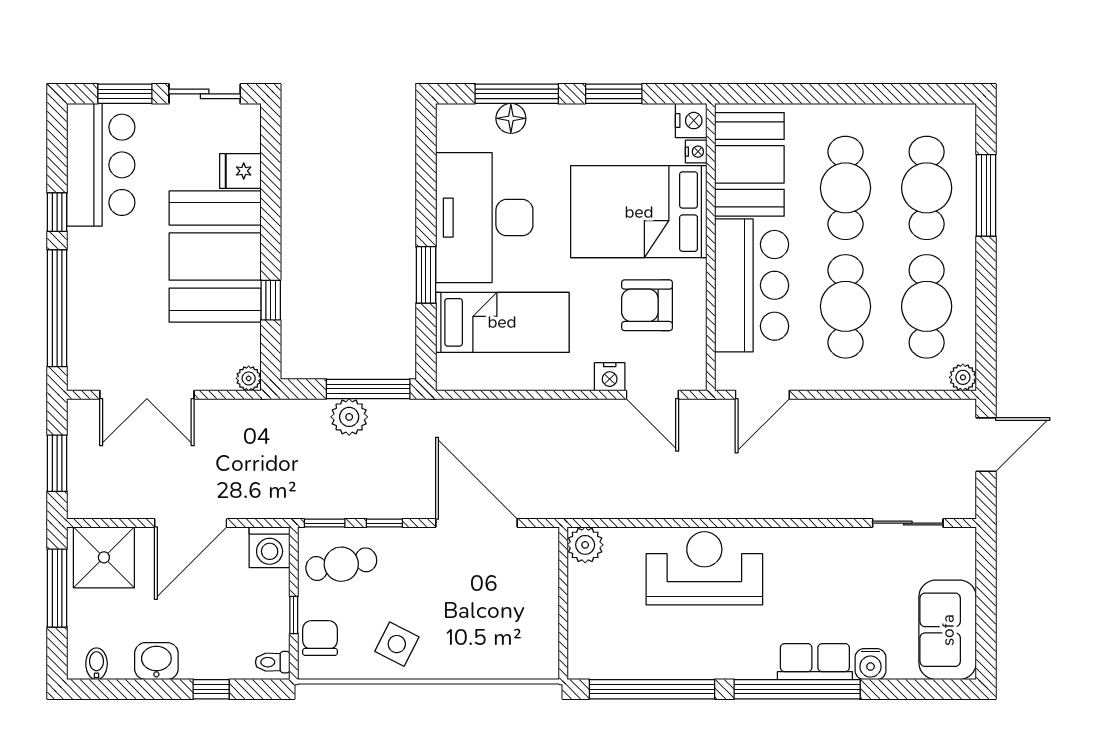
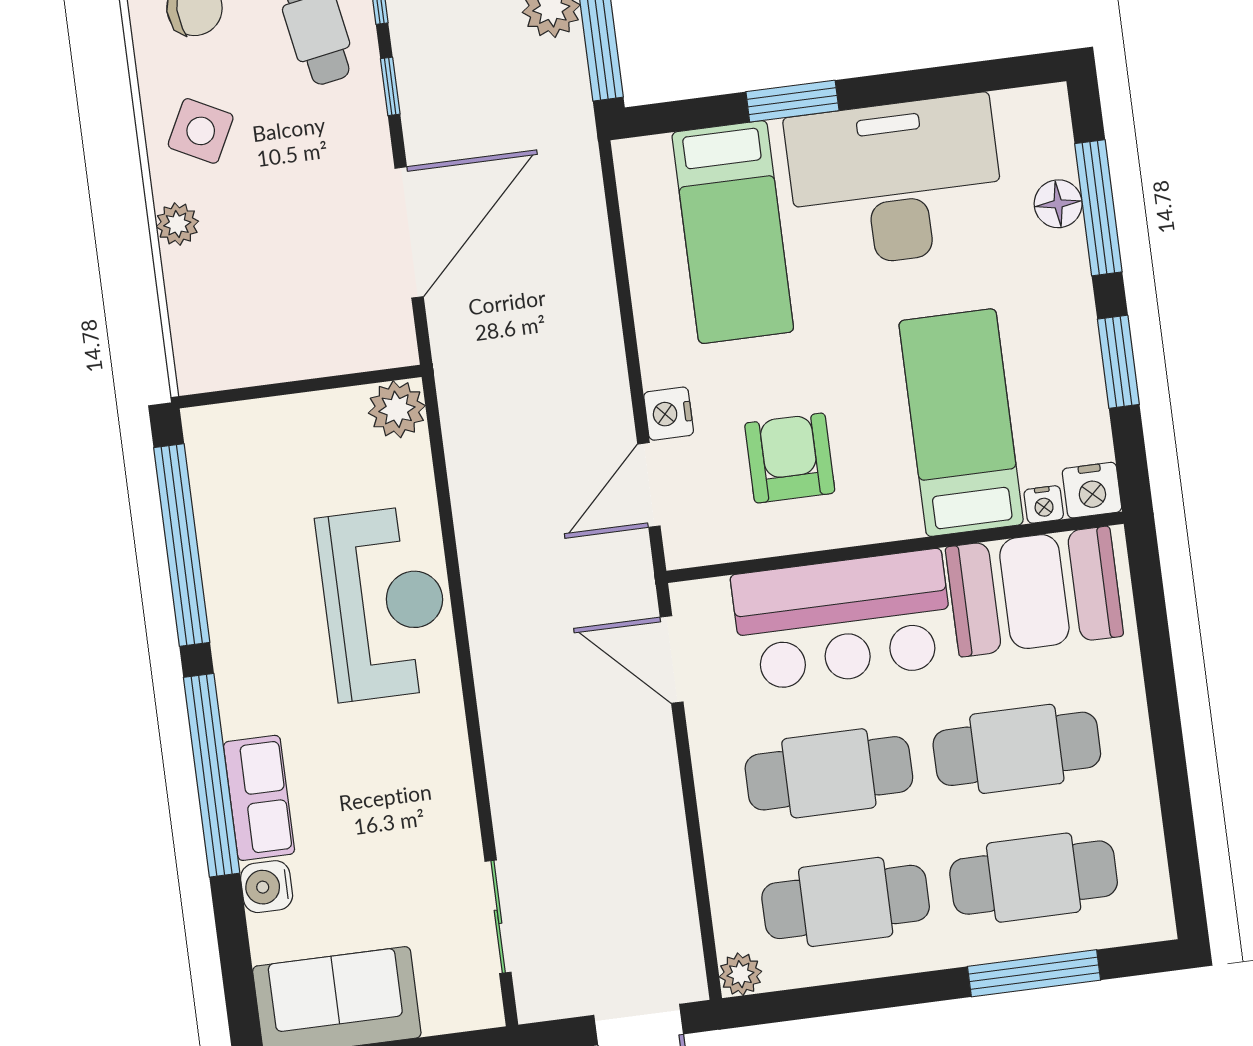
bed: (639, 212) -> (961, 423), width x0.67
plant: (453, 666) -> (177, 224), added

